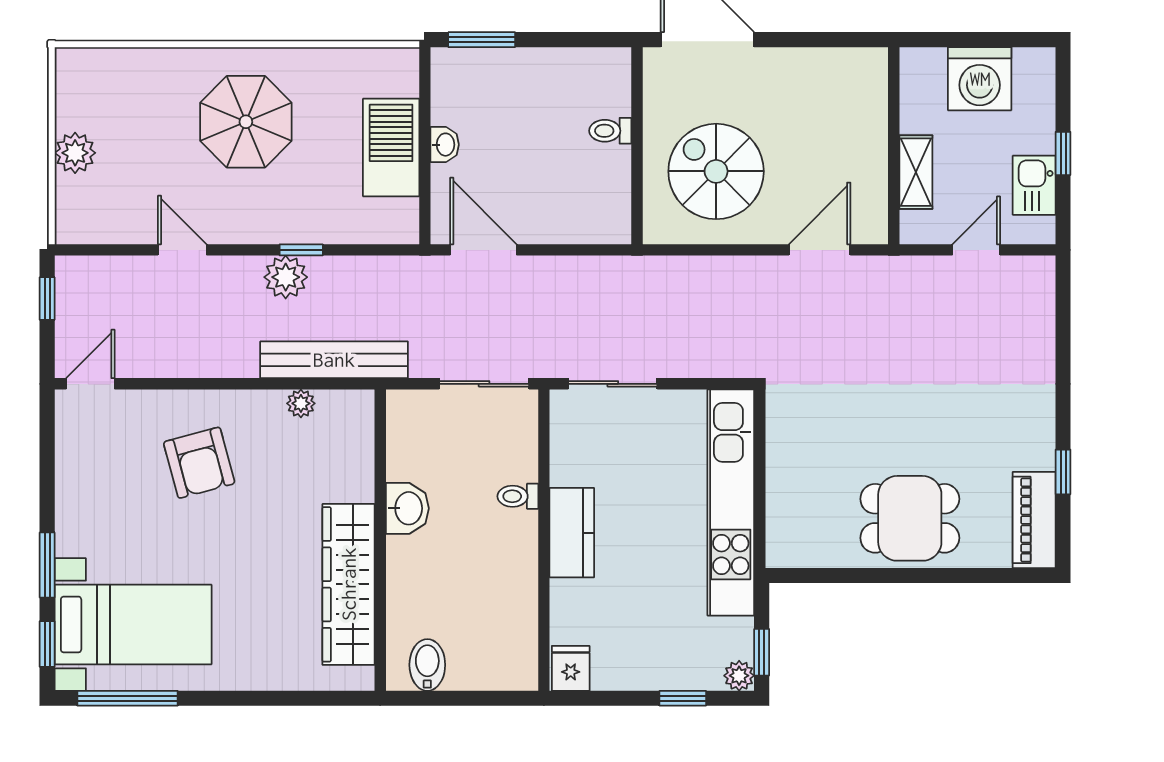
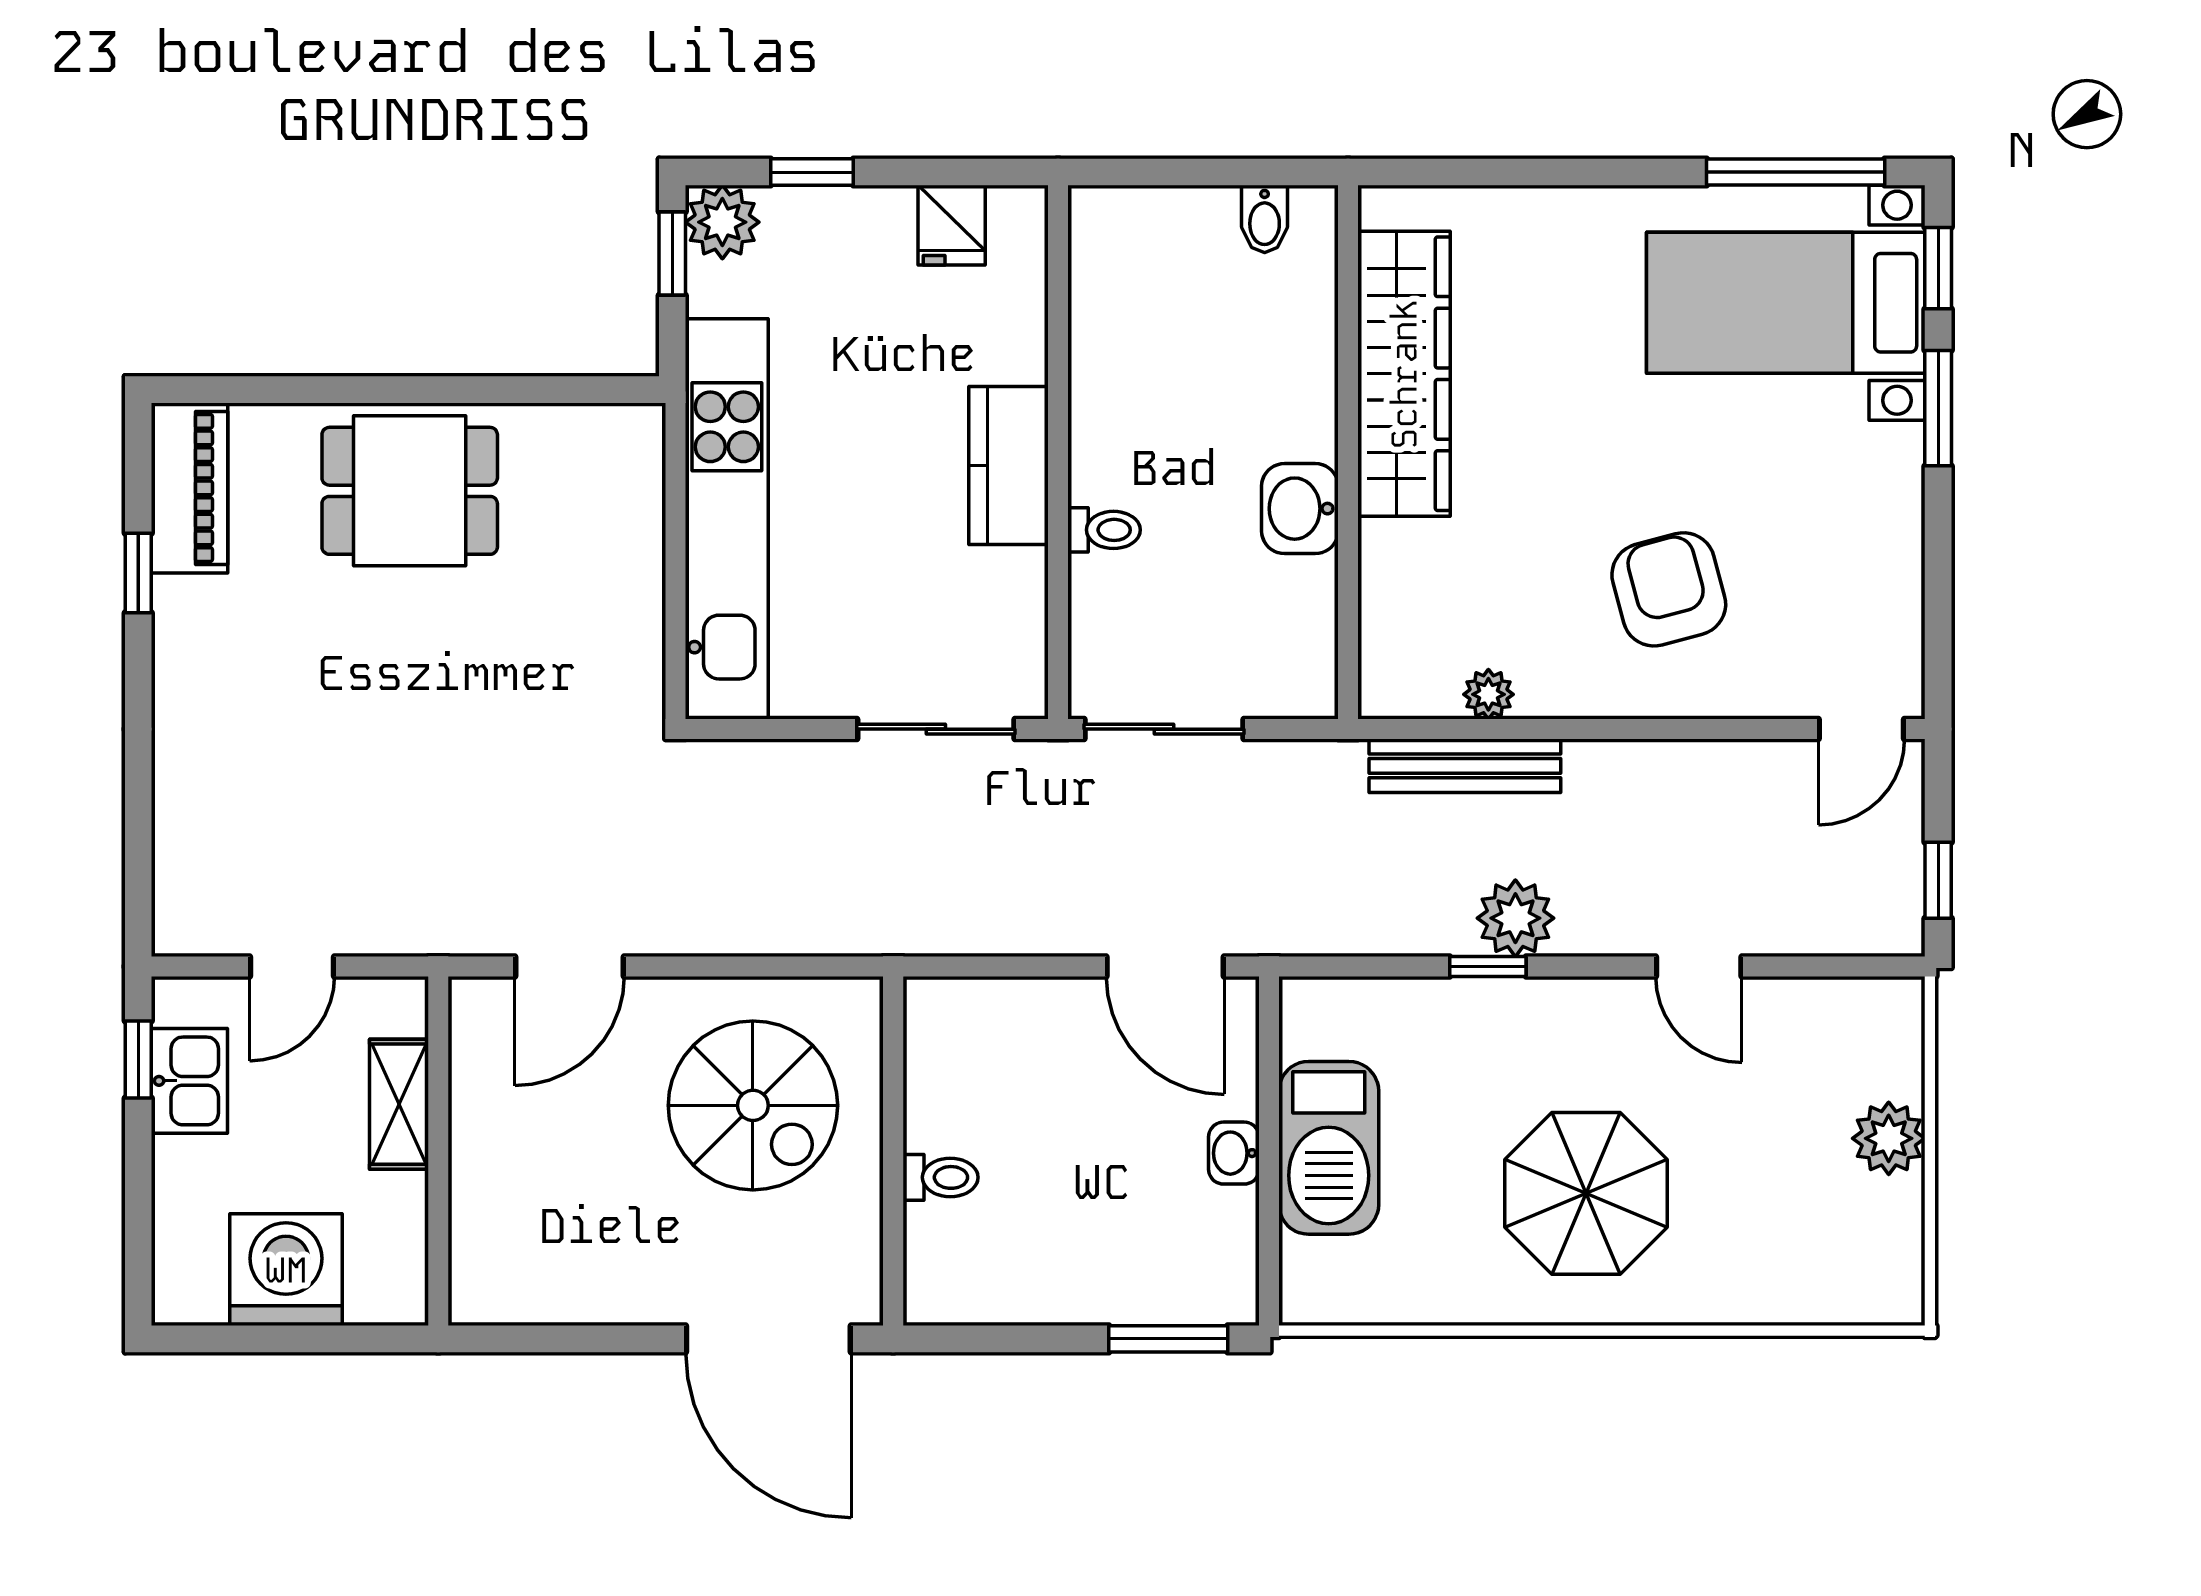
window: (1063, 153) -> (138, 1059), moved
bench: (334, 360) -> (1465, 766), width x0.73, depth x0.82
bidet: (427, 665) -> (1265, 219), width x0.72, depth x0.74
fridge: (571, 668) -> (952, 225), moved
plant: (739, 676) -> (722, 222), width x1.38, depth x1.38

